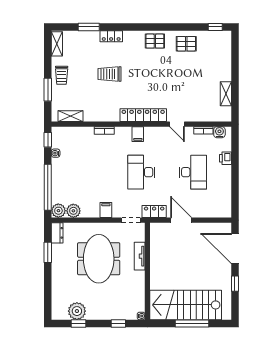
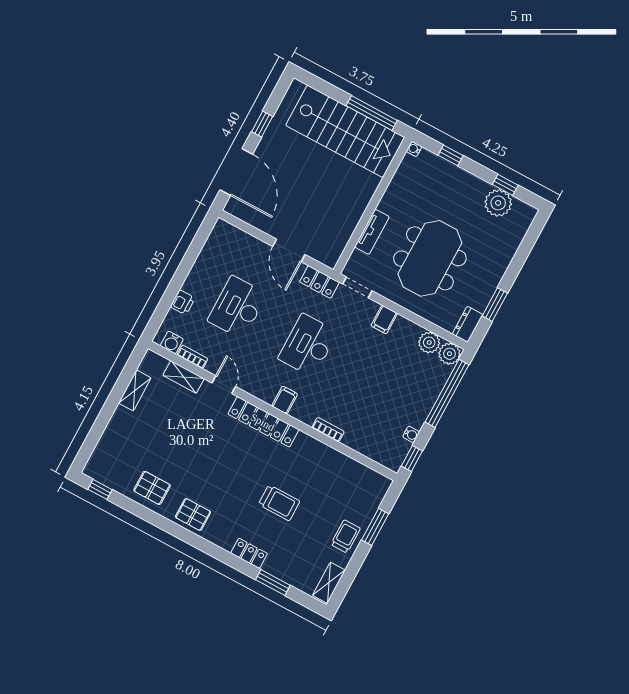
shelving: (70, 116) -> (184, 377), moved
desk: (141, 172) -> (308, 345), turned 180
window: (192, 323) -> (372, 113), moved

